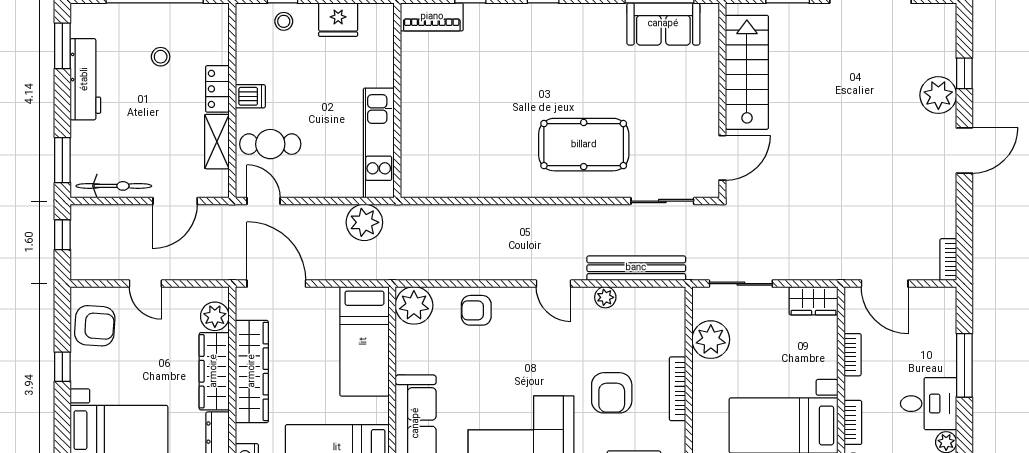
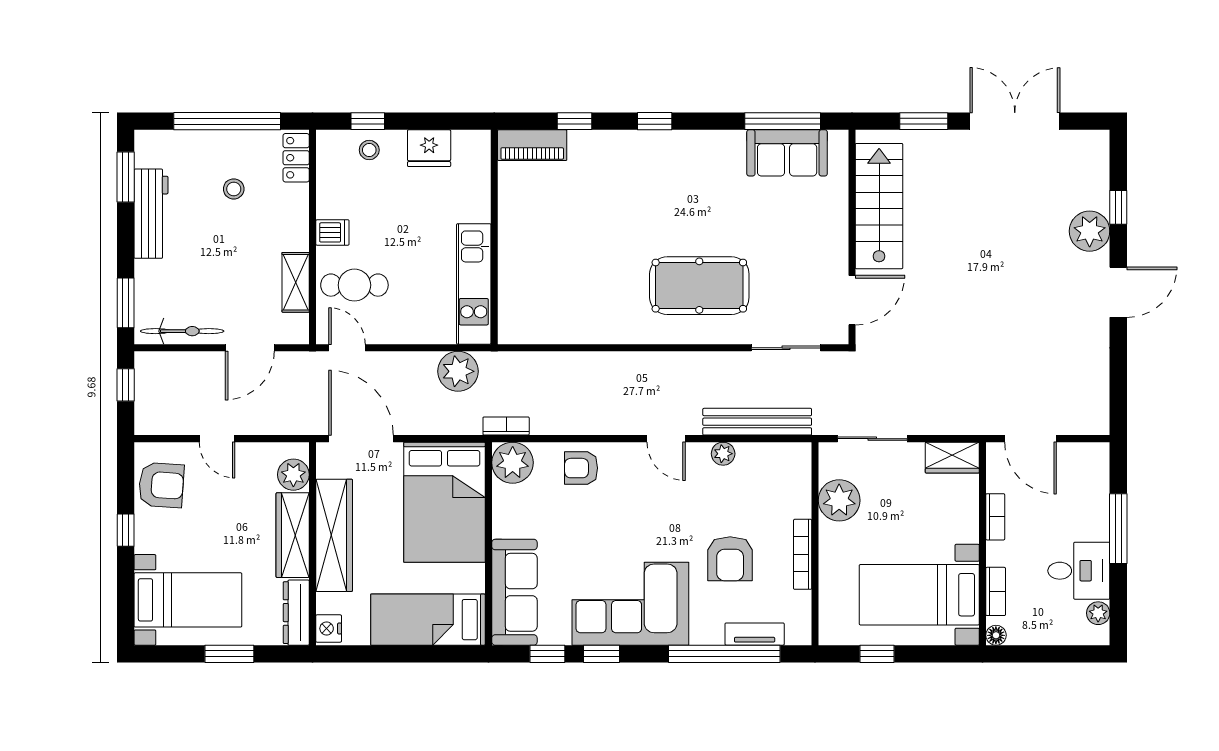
locker: (217, 89) -> (296, 158), moved
bookcase: (948, 260) -> (506, 426), moved, turned 90
bed: (364, 341) -> (444, 502), width x1.50

